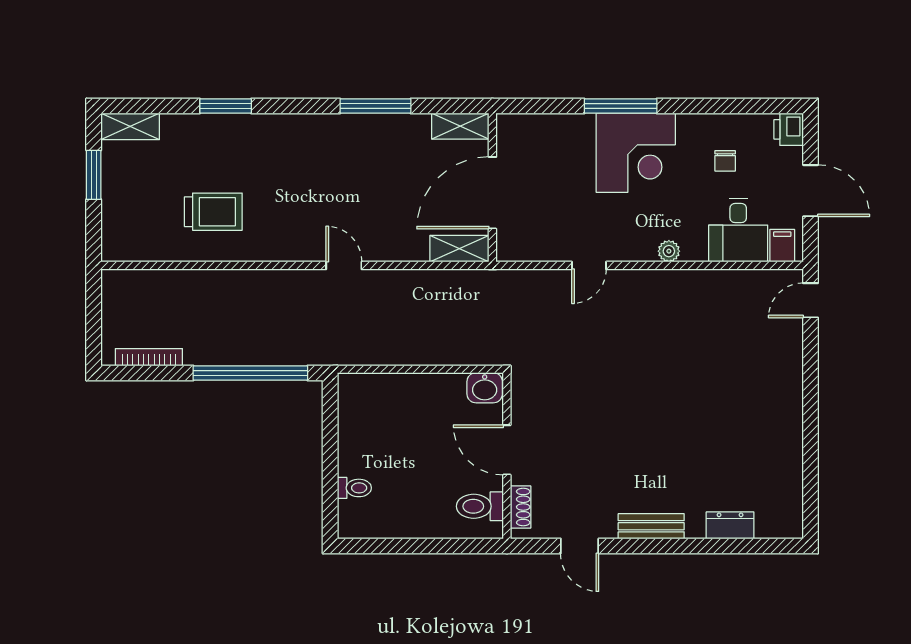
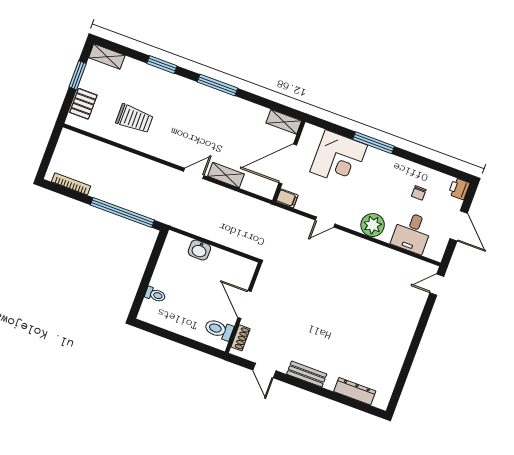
window: (375, 106) -> (217, 85), moved
corner desk: (636, 153) -> (339, 158), moved
pallet: (120, 218) -> (83, 104), added
filing cabinet: (782, 246) -> (287, 198), moved, turned 90
shelving: (459, 249) -> (226, 175), moved
plant: (669, 251) -> (373, 225), width x1.88, depth x1.88
door: (344, 265) -> (194, 173), hinge flipped
washbasin: (485, 388) -> (199, 250), moved
dresser: (730, 525) -> (355, 391), width x1.44

